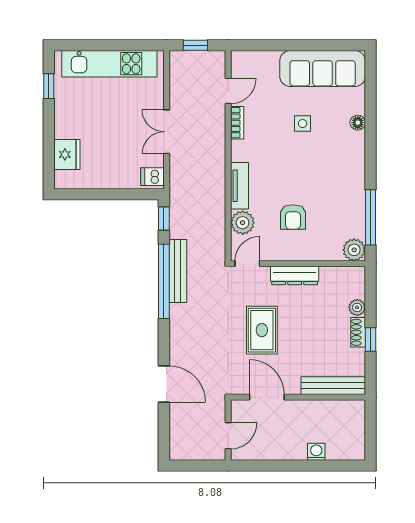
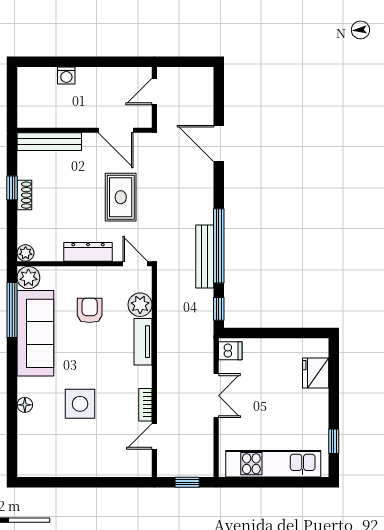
sofa: (323, 69) -> (35, 333), moved, turned 90
side table: (303, 124) -> (80, 404), width x1.87, depth x1.87
door: (247, 264) -> (135, 264), swing flipped
plant: (357, 307) -> (26, 253), moved

